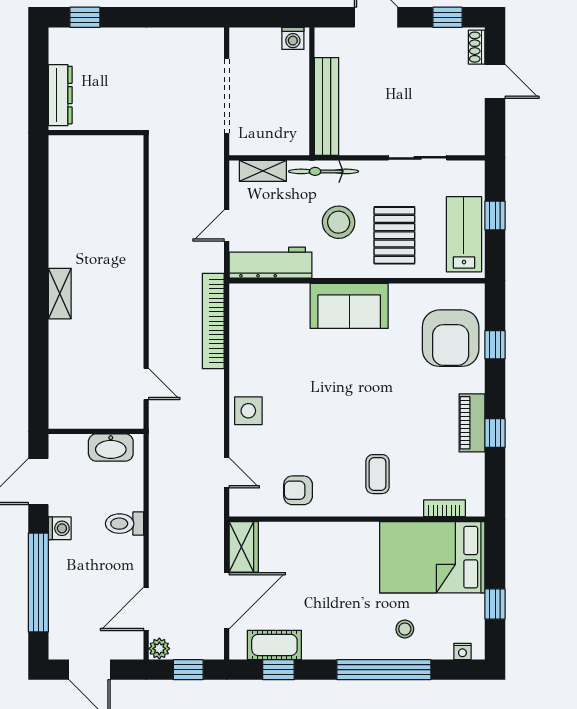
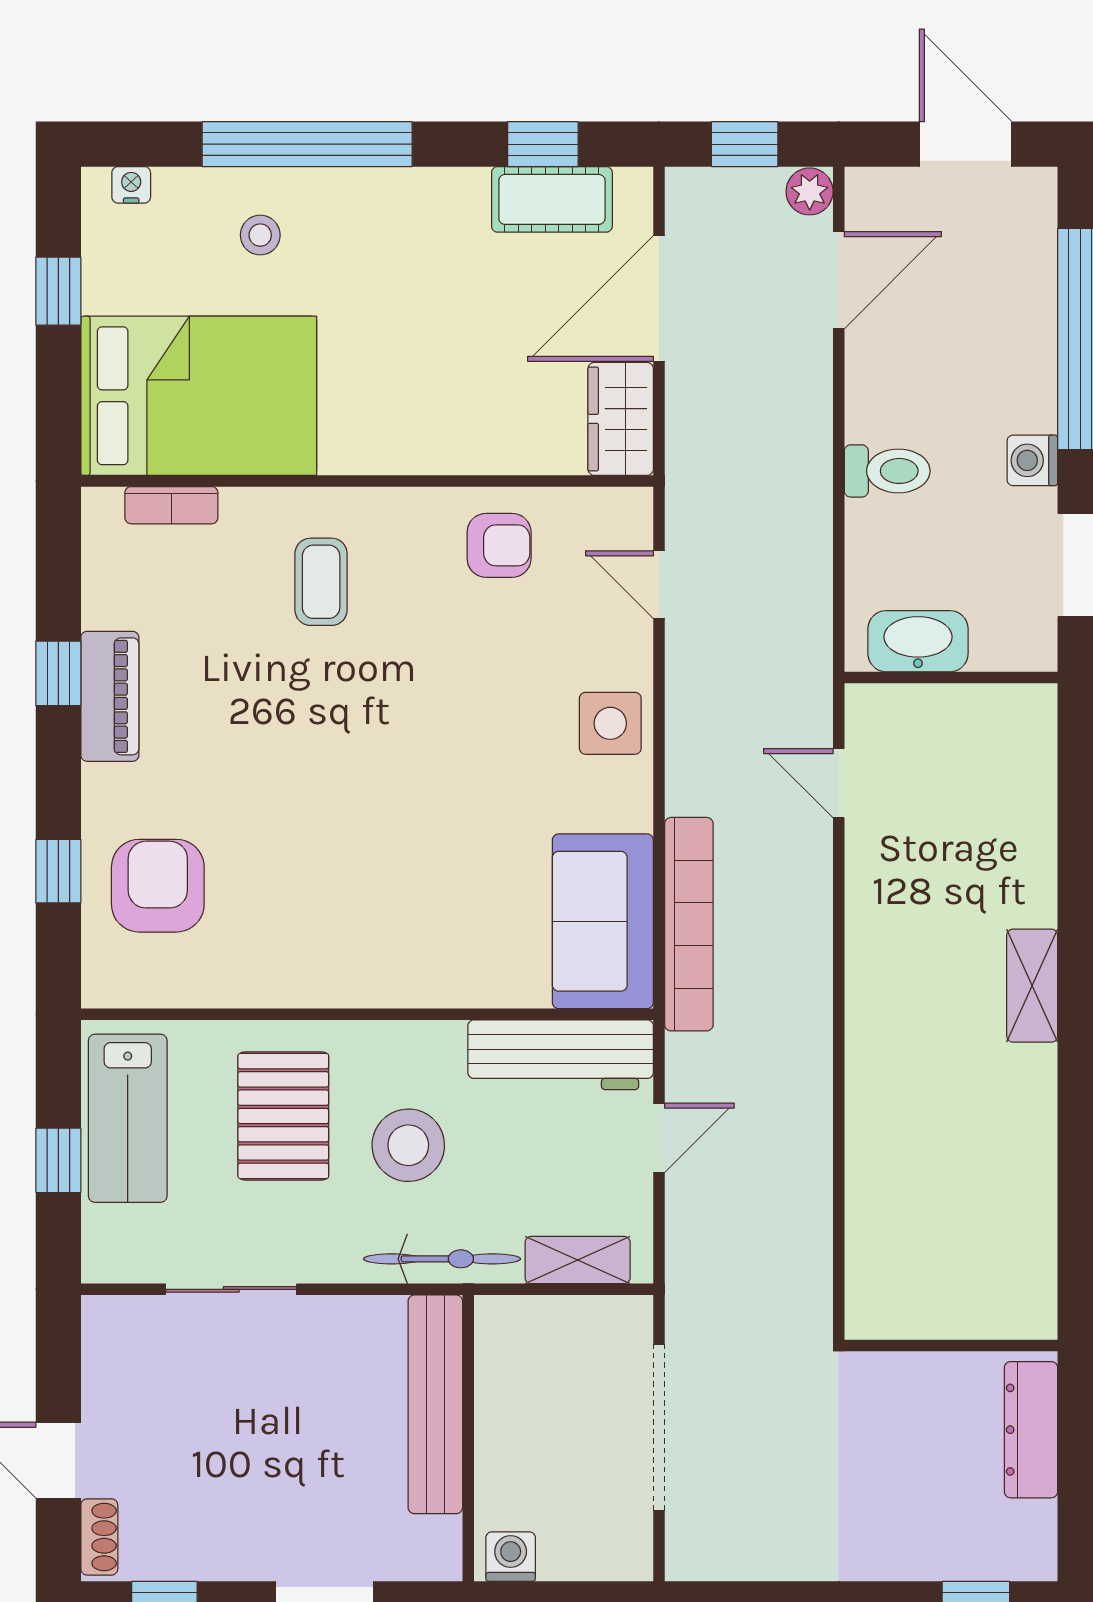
sofa: (349, 306) -> (603, 921), moved, turned -90
armchair: (451, 338) -> (158, 886), width x0.73, depth x0.73

